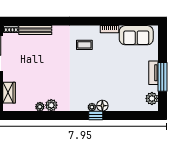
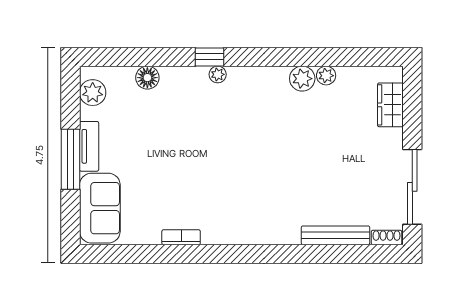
sofa: (136, 35) -> (100, 208), moved, turned 90
coffee table: (84, 45) -> (233, 204), removed
window: (162, 77) -> (70, 159), moved
floor lamp: (102, 106) -> (147, 78), moved

